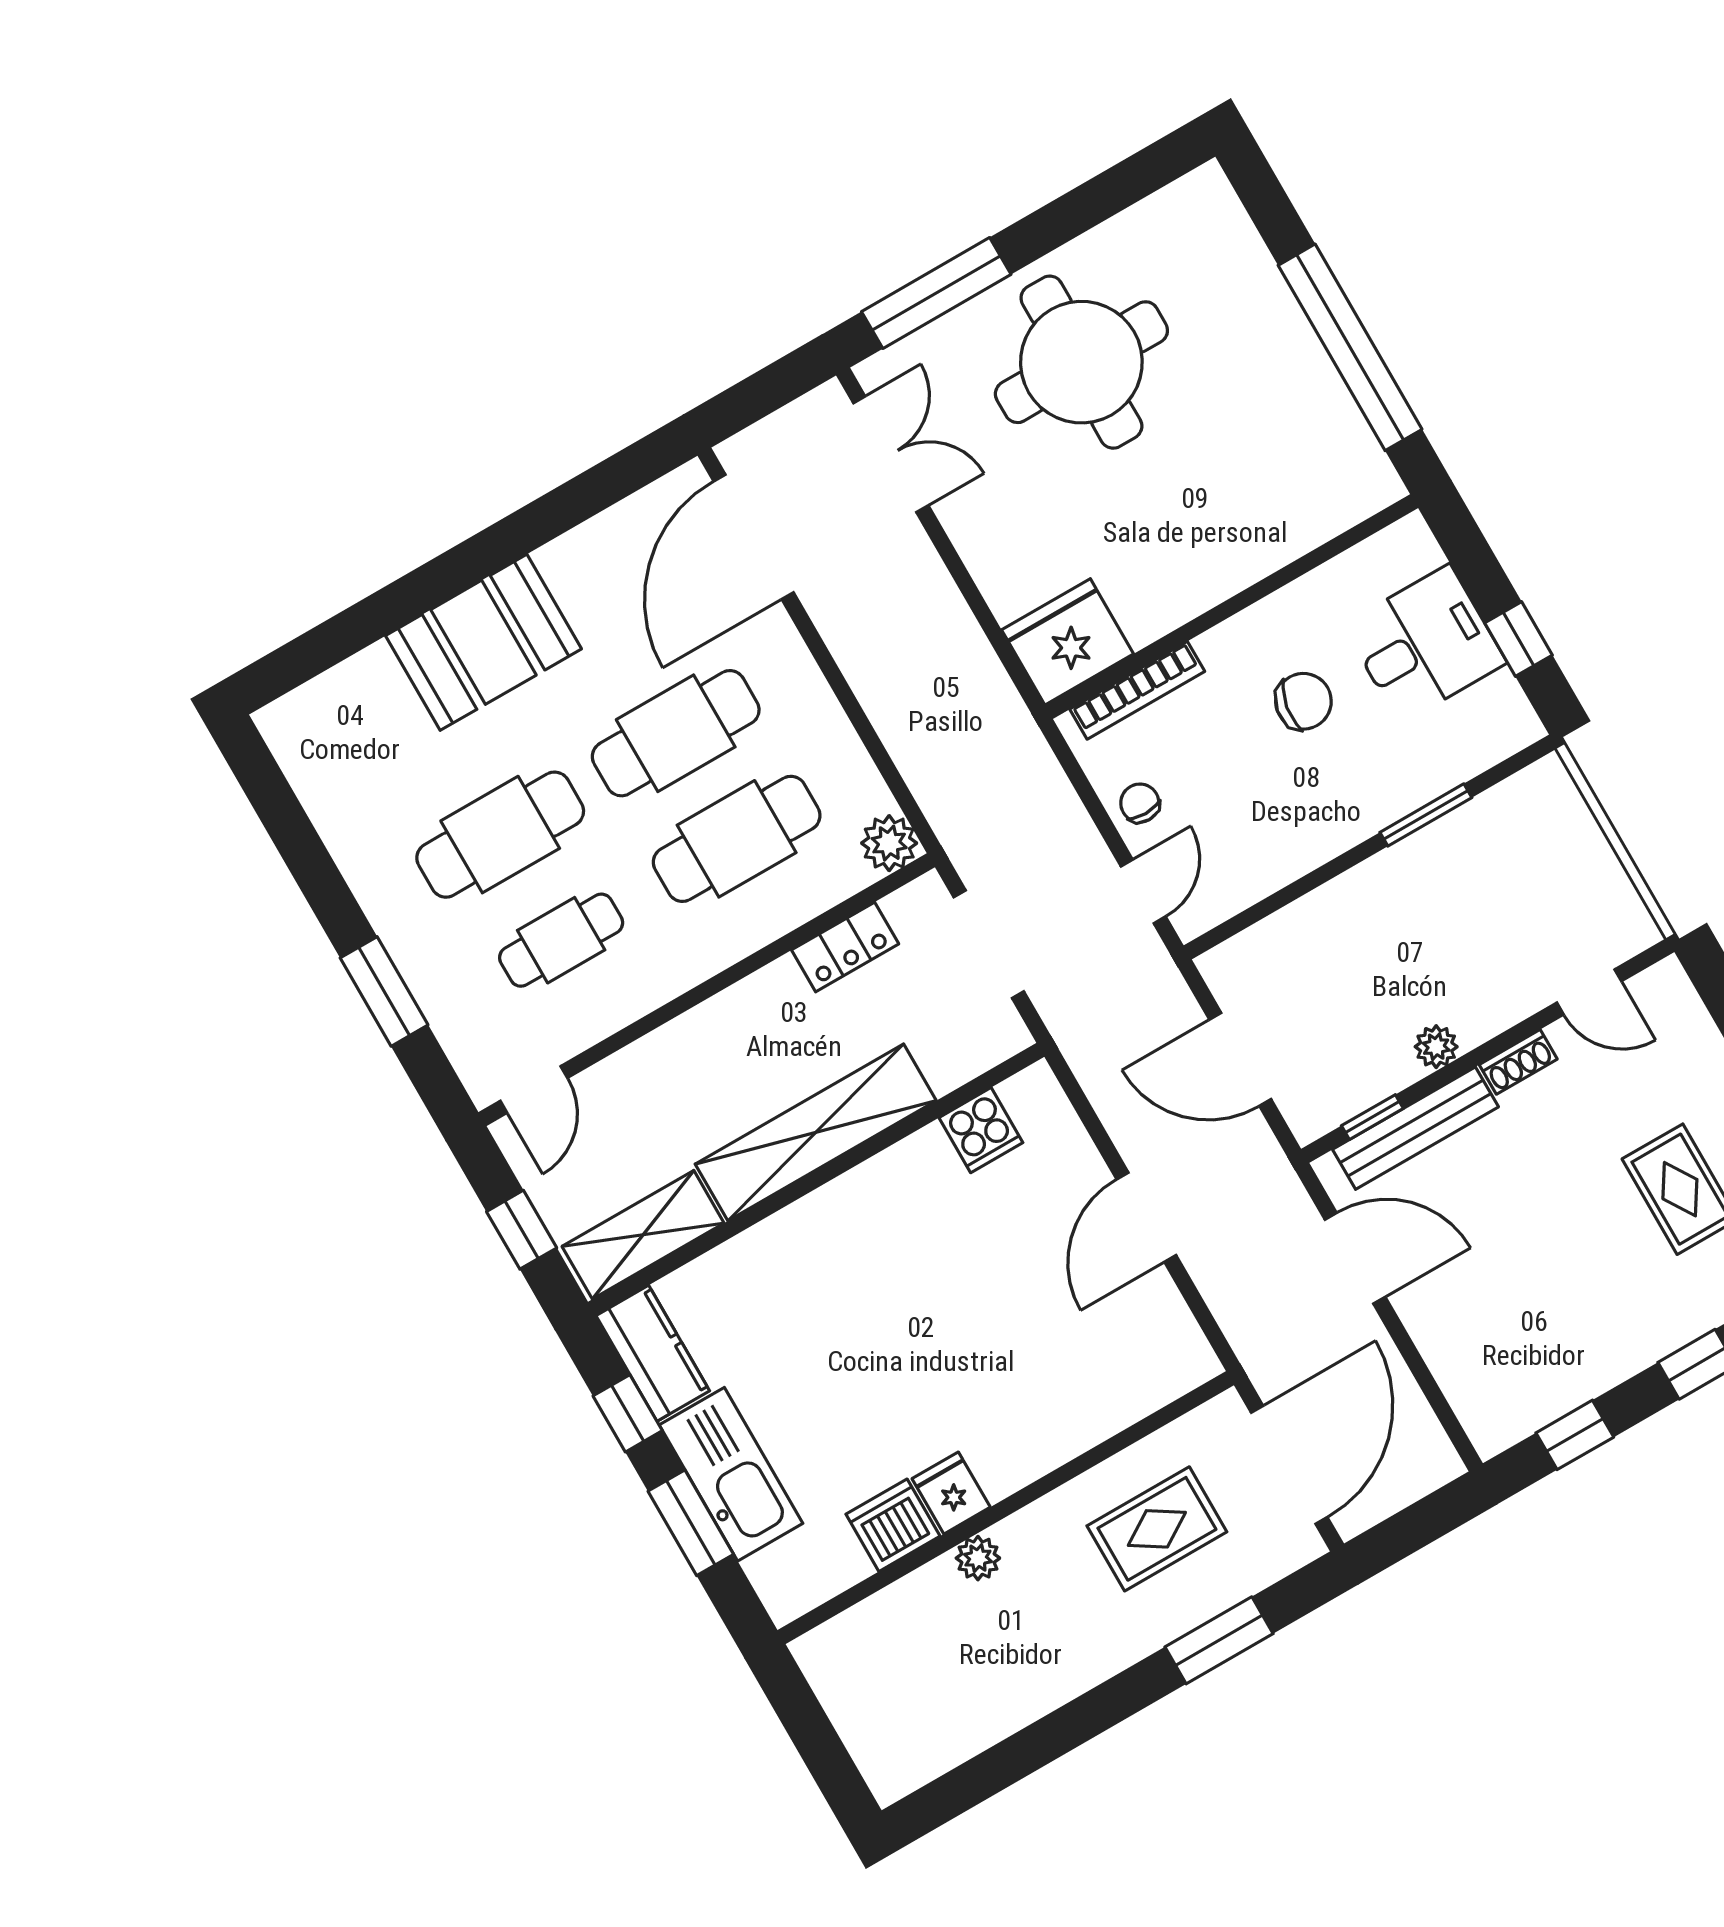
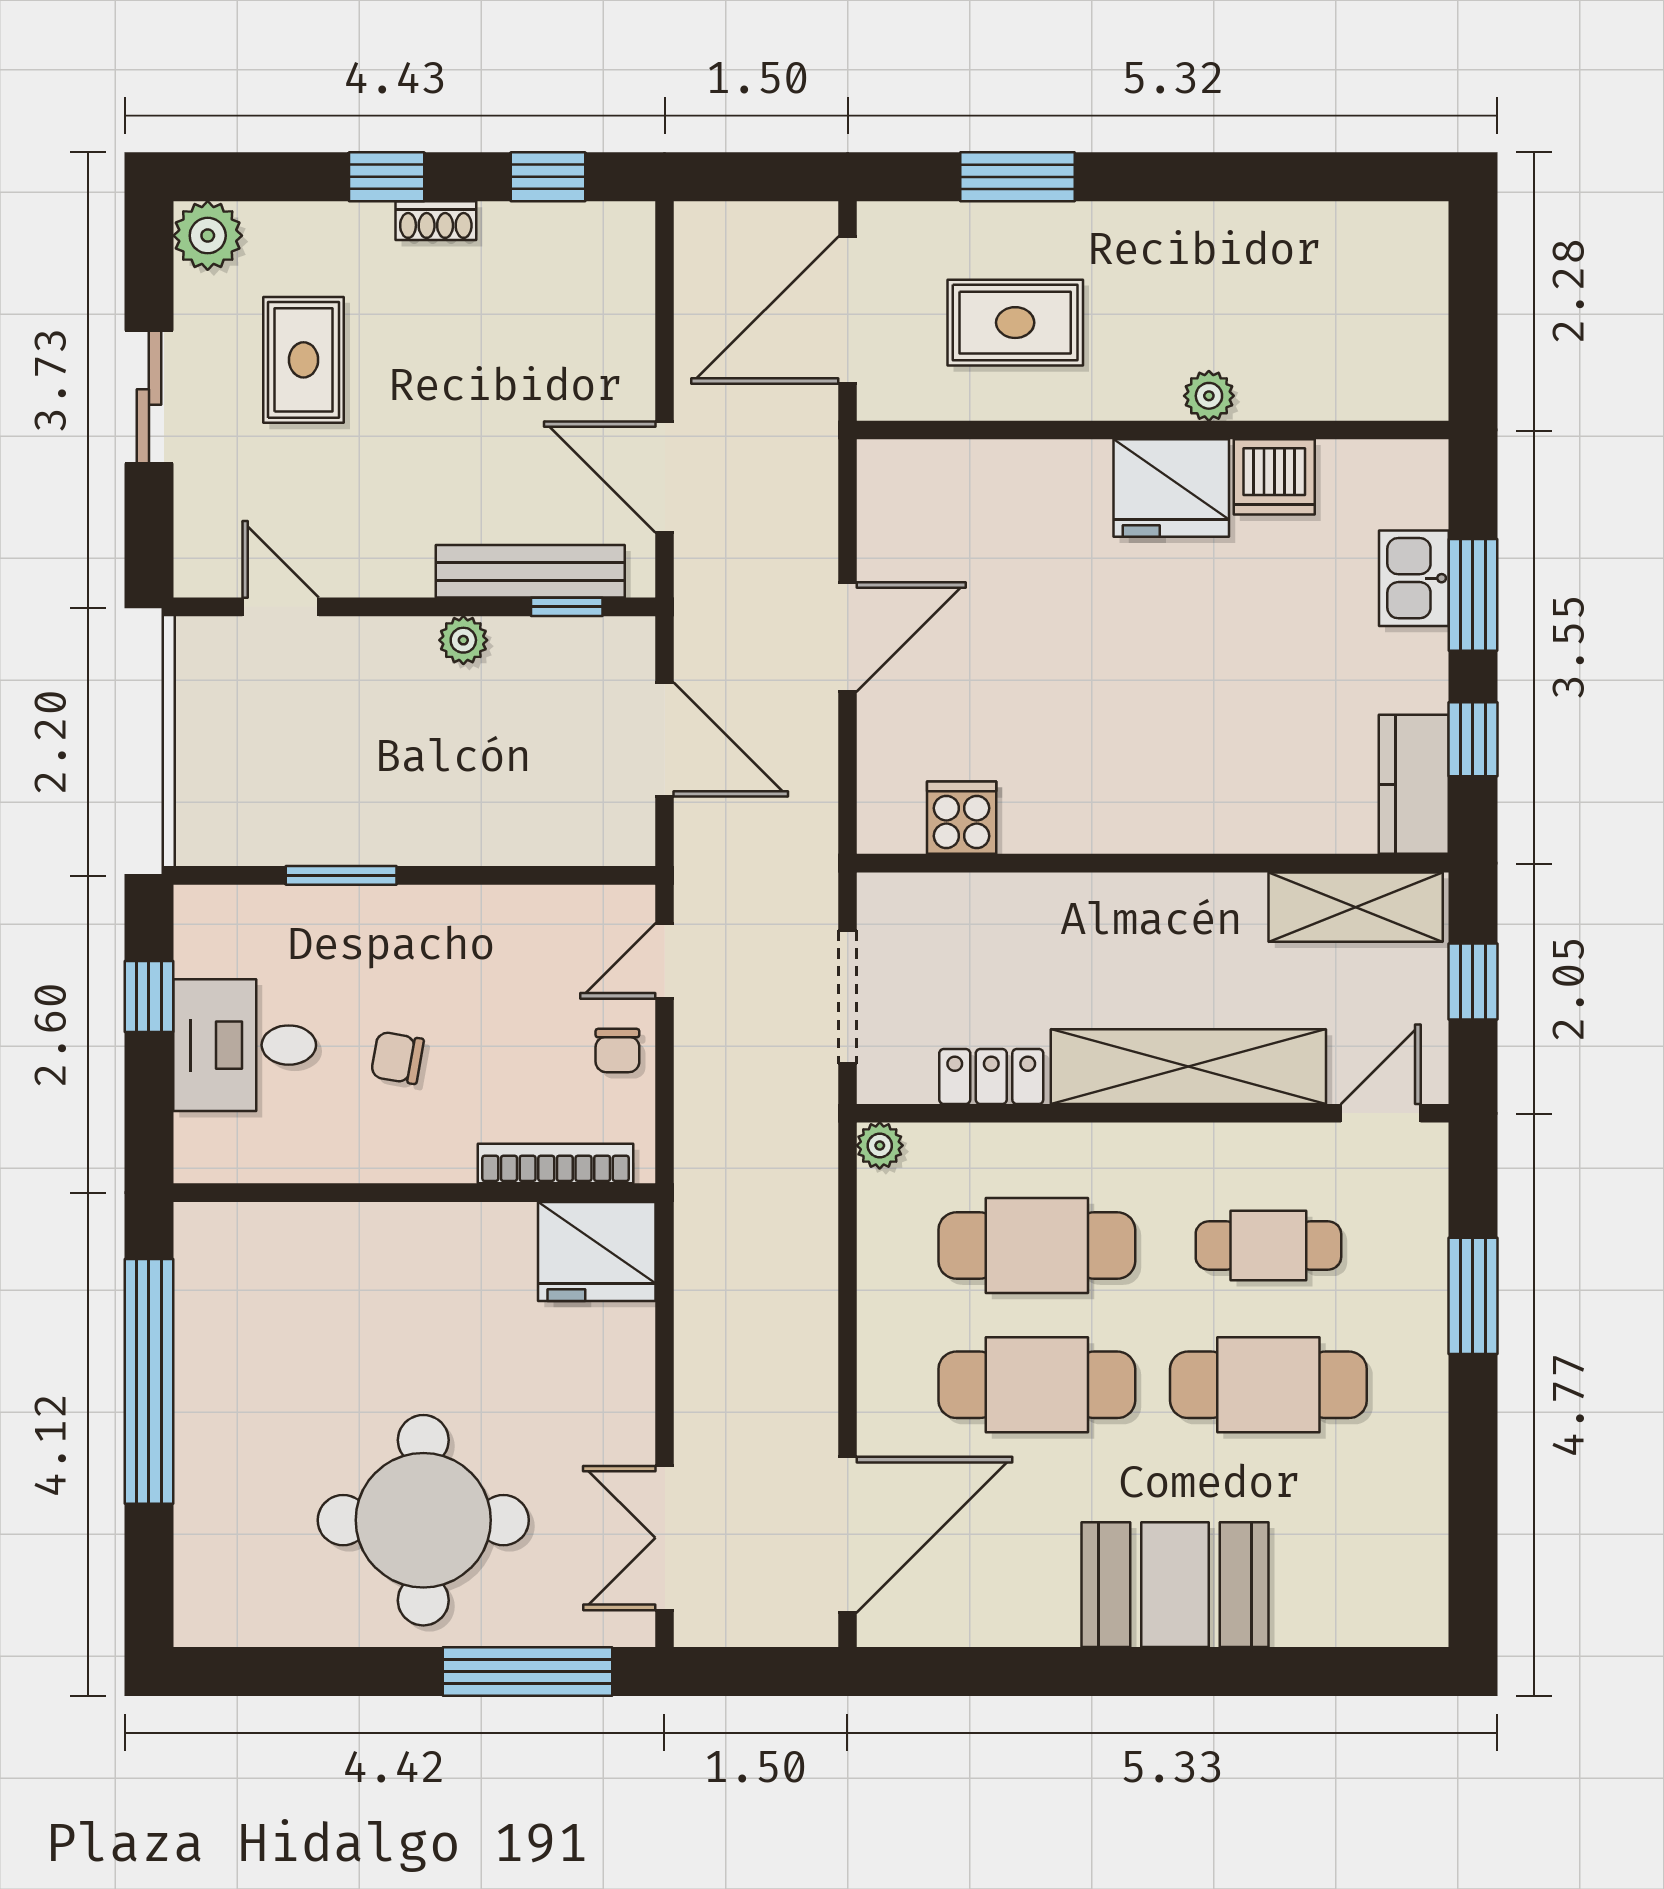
chair: (1303, 701) -> (397, 1058), width x0.73, depth x0.73
plant: (889, 843) -> (880, 1145), width x0.73, depth x0.73
shoe rack: (1518, 1062) -> (436, 221), moved, turned 180
shelving: (816, 1132) -> (1188, 1067), moved
kitchen sink: (731, 1474) -> (1414, 578), width x0.53, depth x0.81
fridge: (951, 1493) -> (1171, 488), width x1.88, depth x1.34

